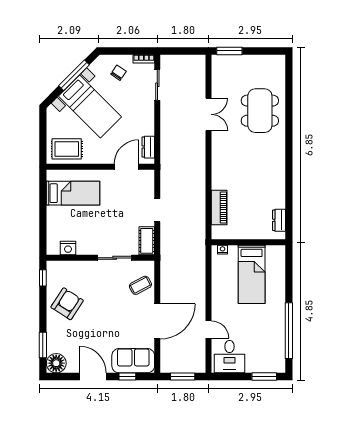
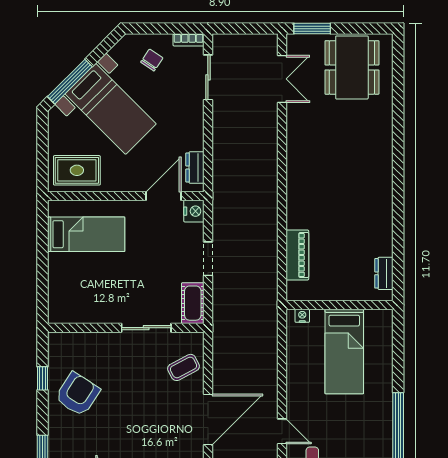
window: (74, 75) -> (70, 82), moved
dining table: (260, 111) -> (352, 67), moved
double door: (209, 114) -> (282, 79), moved
nightstand: (68, 248) -> (194, 211), moved, turned -90
window: (43, 278) -> (43, 378), moved

